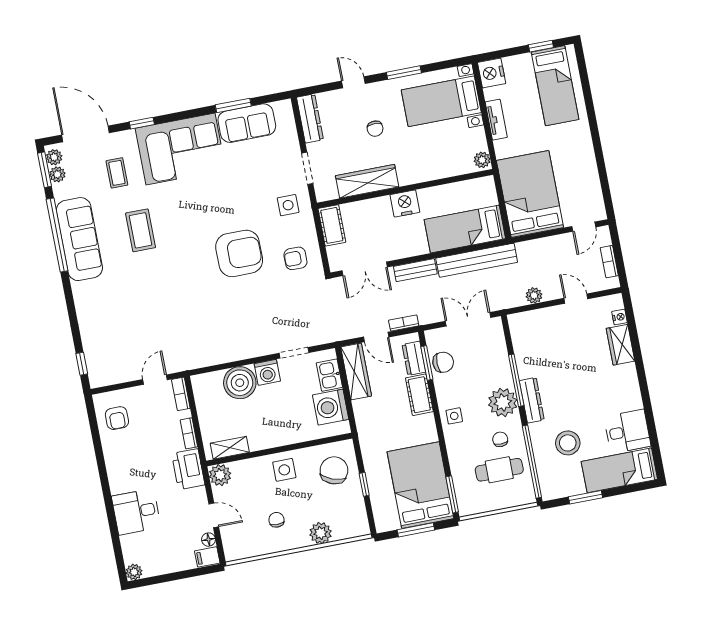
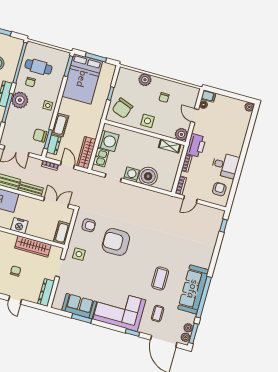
desk: (136, 512) -> (225, 165), moved

